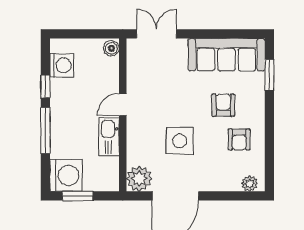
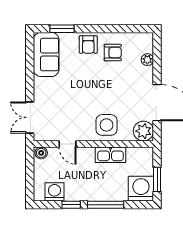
sofa: (226, 55) -> (46, 55), width x0.73
door: (123, 105) -> (67, 144), moved
armchair: (223, 105) -> (88, 44), moved, turned -90
side table: (180, 141) -> (106, 125), moved
plant: (250, 184) -> (147, 60), moved

